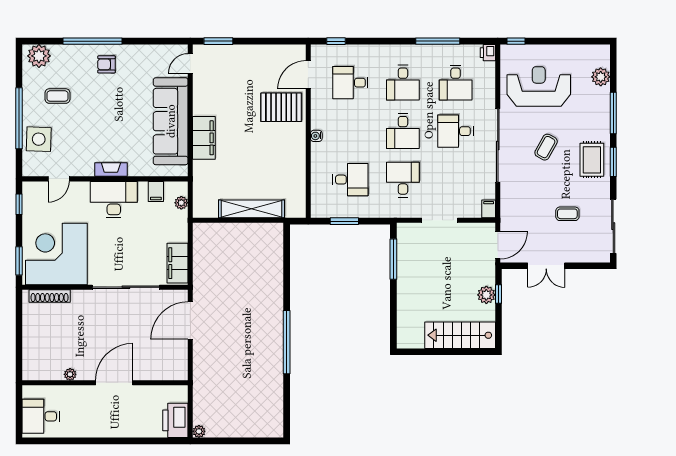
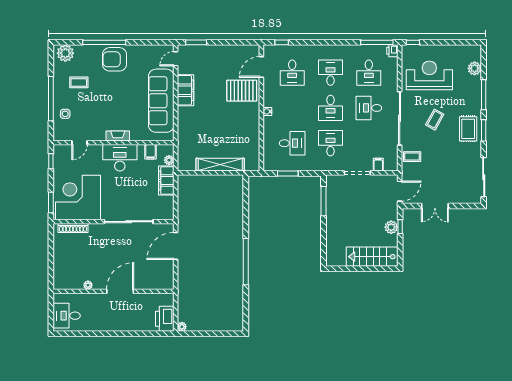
window: (438, 41) -> (377, 42), moved
armchair: (106, 64) -> (115, 59), width x1.88, depth x1.88
desk: (350, 83) -> (292, 73), turned -90
desk: (403, 83) -> (330, 73), turned 180
filing cabinet: (204, 138) -> (185, 90), moved
side table: (39, 139) -> (65, 114), width x0.54, depth x0.54
filing cabinet: (489, 209) -> (378, 165), moved
coffee table: (567, 214) -> (412, 157), moved
filing cabinet: (178, 263) -> (166, 180), moved

